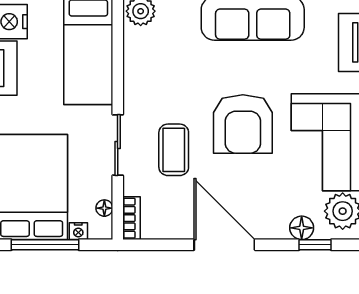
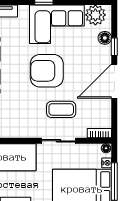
armchair: (243, 124) -> (47, 71), turned 180
floor lamp: (104, 208) -> (106, 148), moved
window: (315, 245) -> (114, 47), moved

